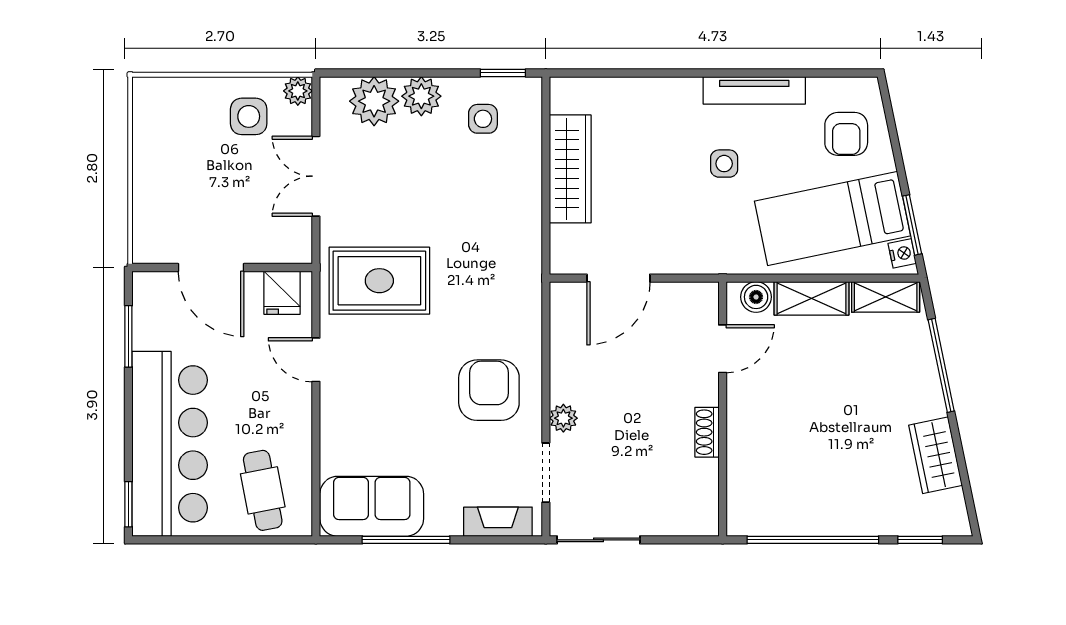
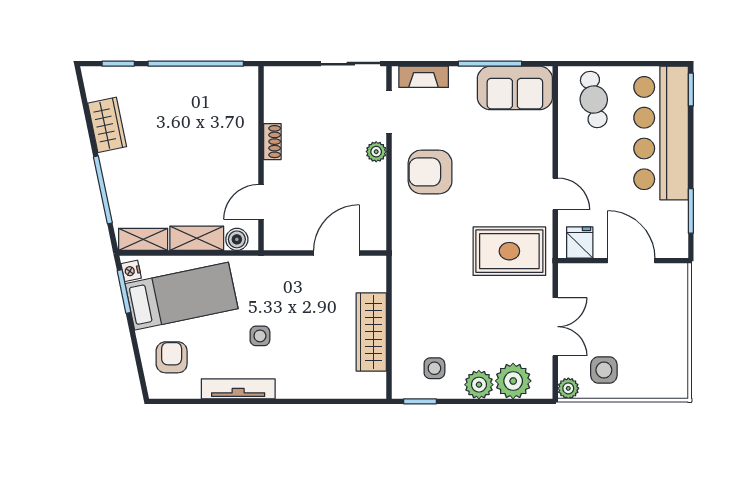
armchair: (489, 390) -> (430, 172), turned 90

